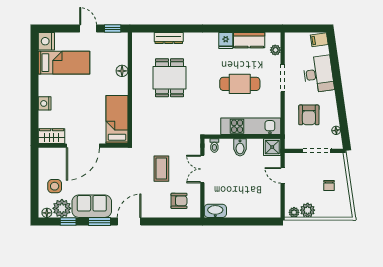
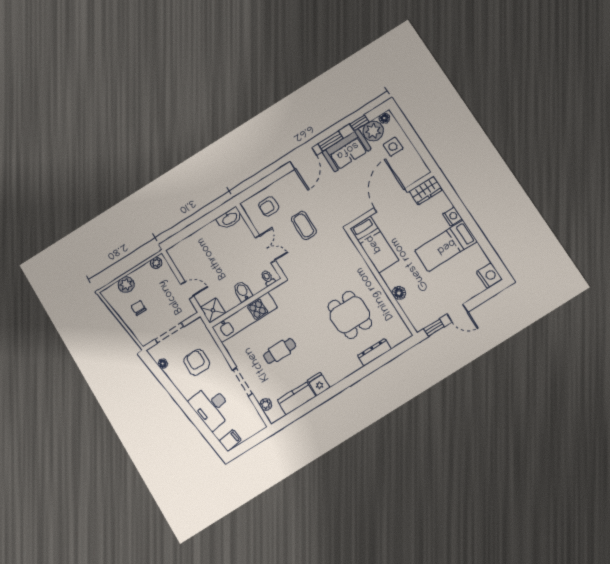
bed: (64, 63) -> (446, 246), moved
cafe table: (240, 84) -> (280, 351), width x0.73, depth x0.74
plant: (308, 210) -> (126, 285), moved

